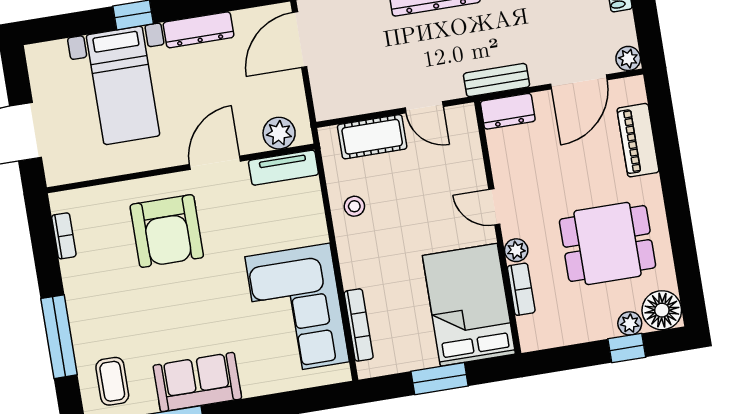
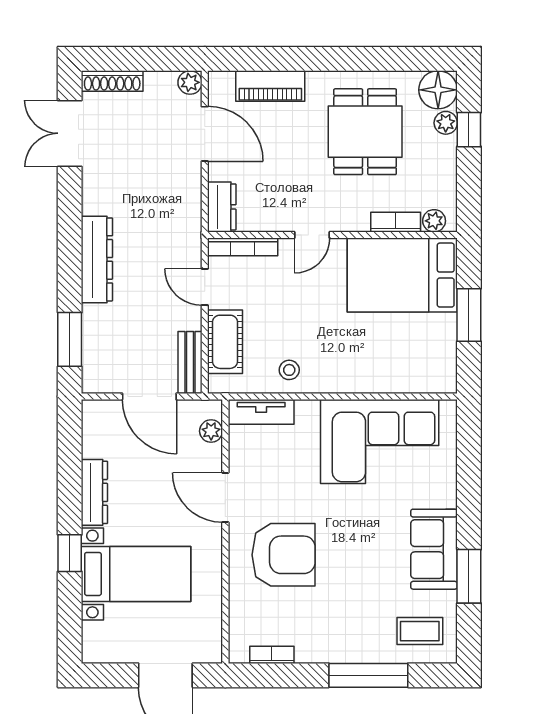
door: (300, 40) -> (149, 396), moved
bench: (497, 80) -> (190, 362), moved
door: (424, 107) -> (205, 287), swing flipped
plant: (279, 133) -> (211, 431), width x0.73, depth x0.73
tv unit: (283, 168) -> (261, 412), moved, turned 90
plant: (516, 250) -> (434, 221), moved
bookcase: (359, 325) -> (243, 247), moved, turned 180

